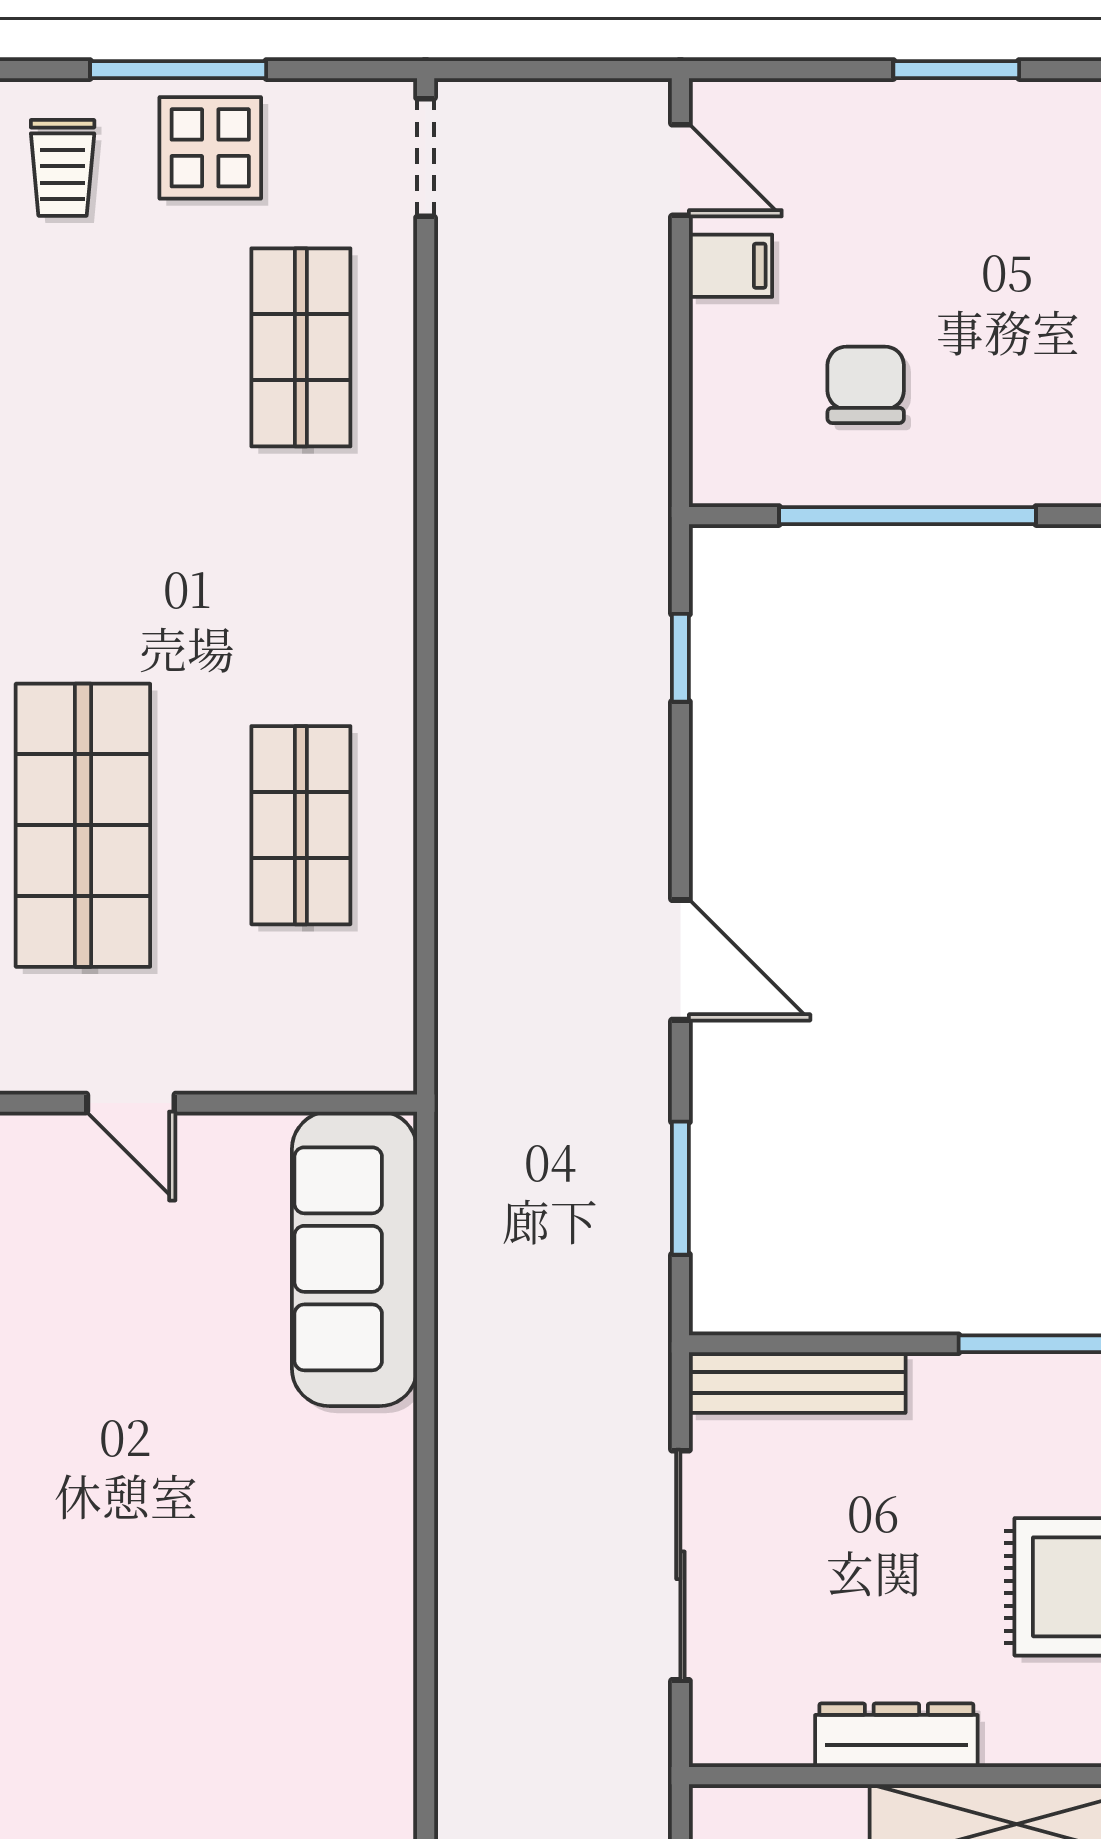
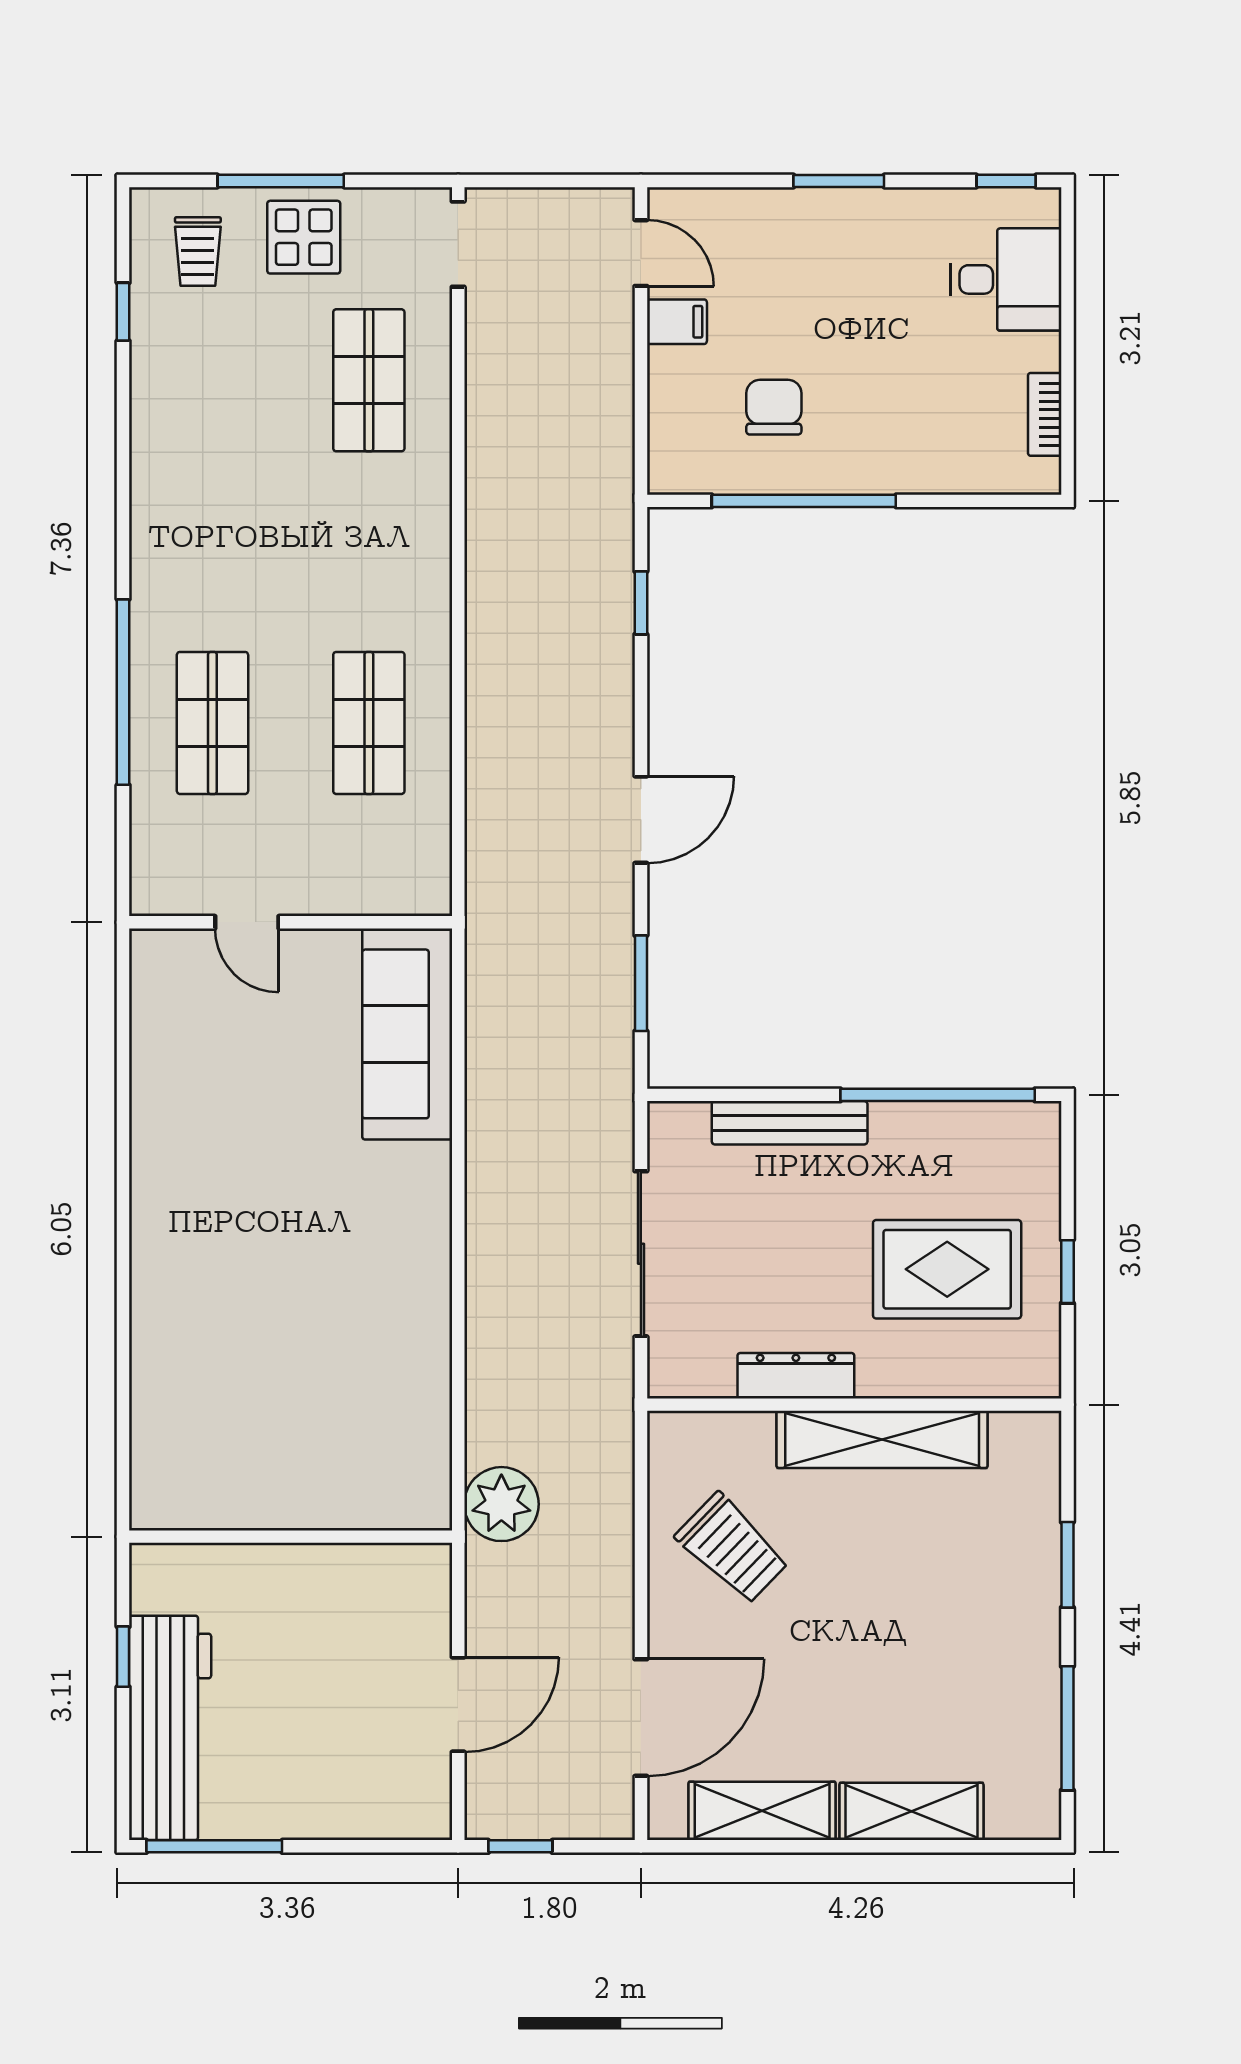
shop shelf: (83, 825) -> (212, 723), width x0.70, depth x0.74
door: (680, 960) -> (641, 820), hinge flipped
bench: (797, 1383) -> (790, 1123), moved

